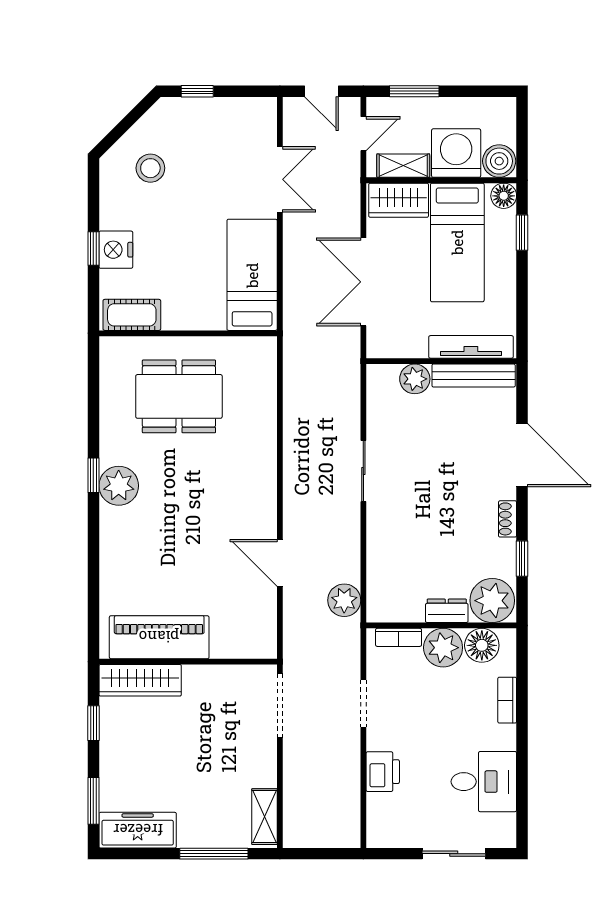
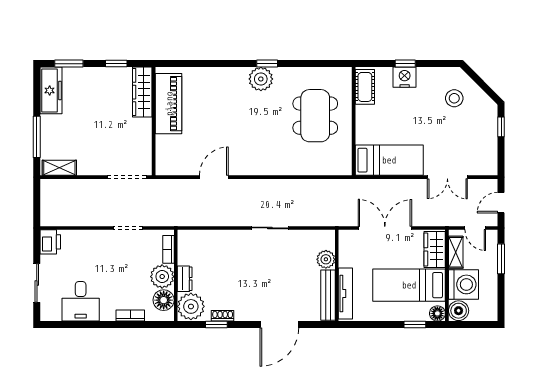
shoe rack: (508, 519) -> (223, 316), moved
plant: (344, 600) -> (191, 216), removed
printer: (383, 772) -> (50, 242), moved, turned -90

